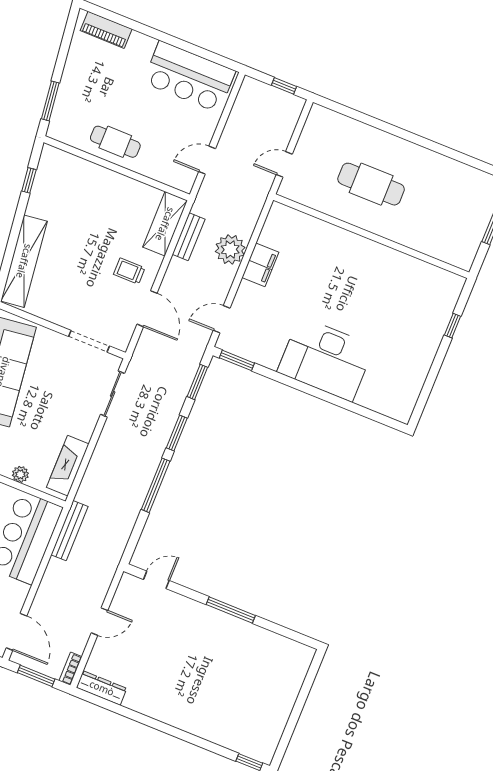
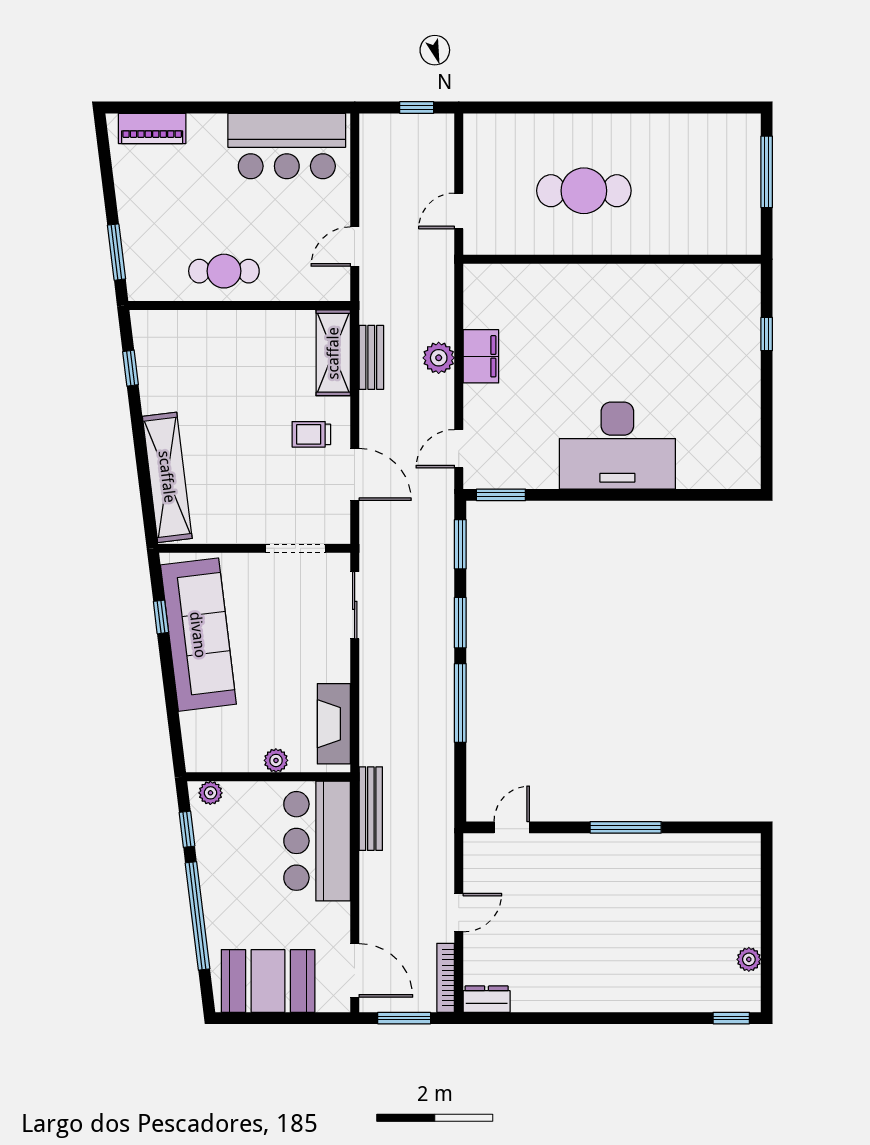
plant: (230, 249) -> (439, 358), width x0.73, depth x0.73
bookcase: (70, 669) -> (446, 978), width x1.56
dresser: (102, 688) -> (487, 999), width x0.70
plant: (276, 728) -> (749, 959), added

